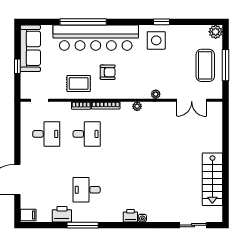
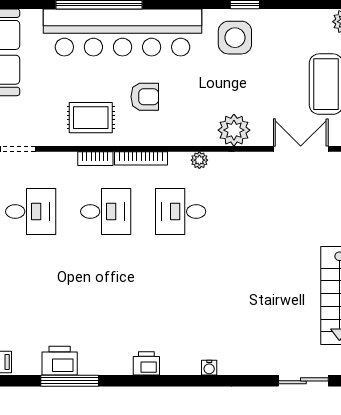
plant: (156, 94) -> (234, 130), width x1.88, depth x1.88
double door: (192, 100) -> (301, 149), swing flipped
desk: (87, 190) -> (181, 212), moved
printer: (130, 216) -> (146, 363), moved
window: (83, 225) -> (70, 381), moved

